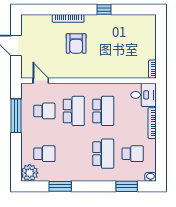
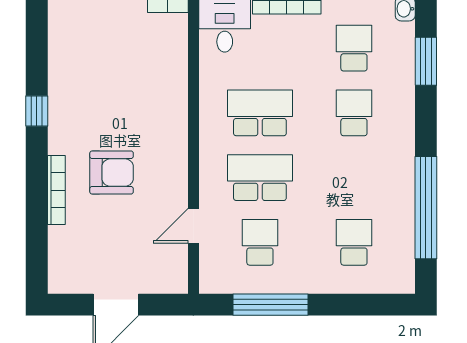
door: (41, 81) -> (193, 226), moved
school desk: (103, 154) -> (354, 113), width x0.54
plant: (30, 173) -> (396, 275), removed
window: (60, 186) -> (426, 208), width x2.11

